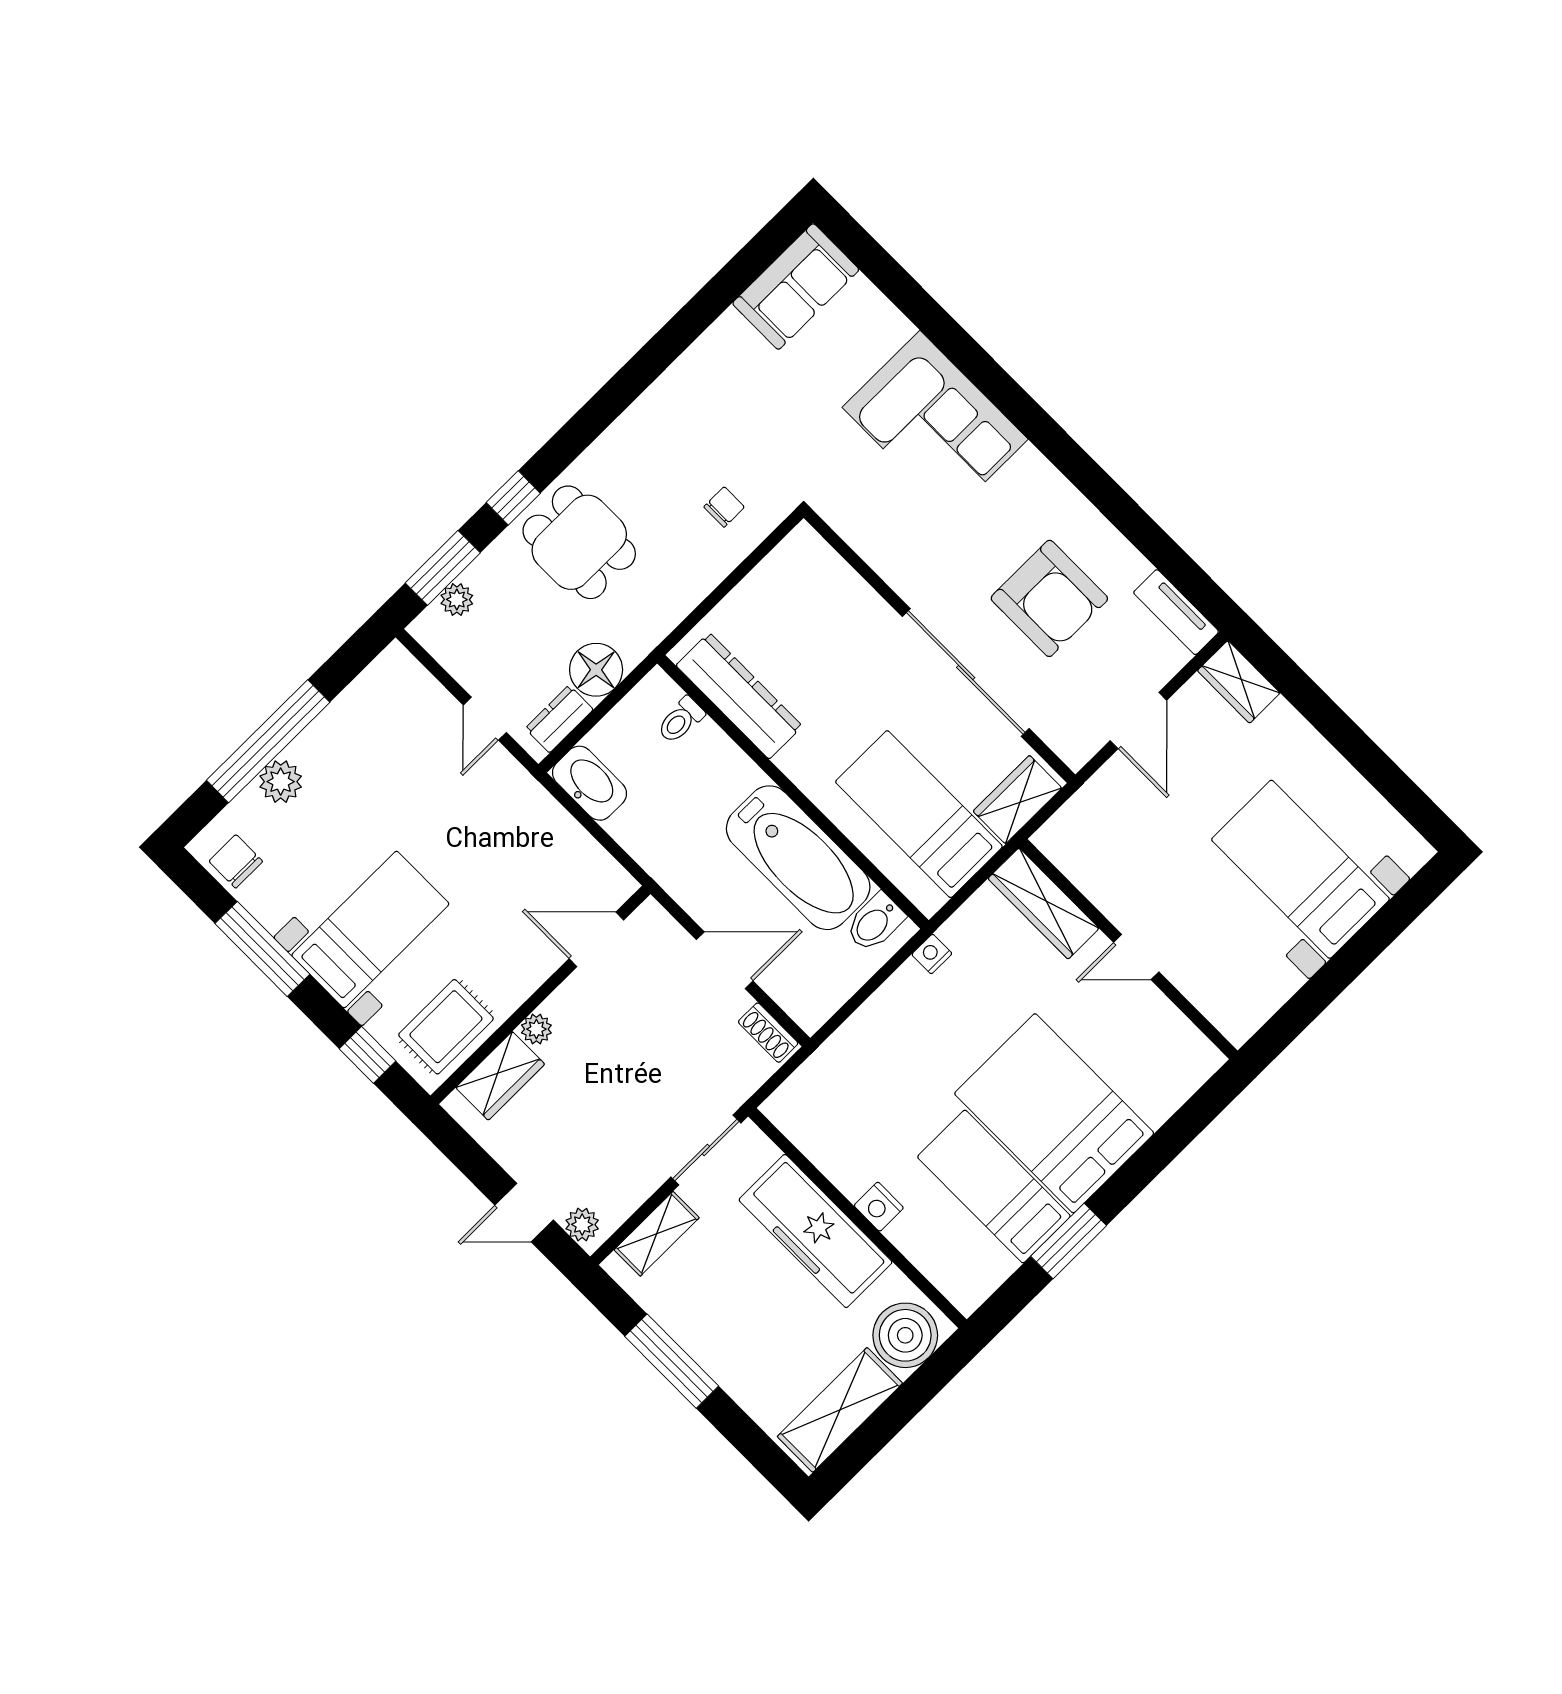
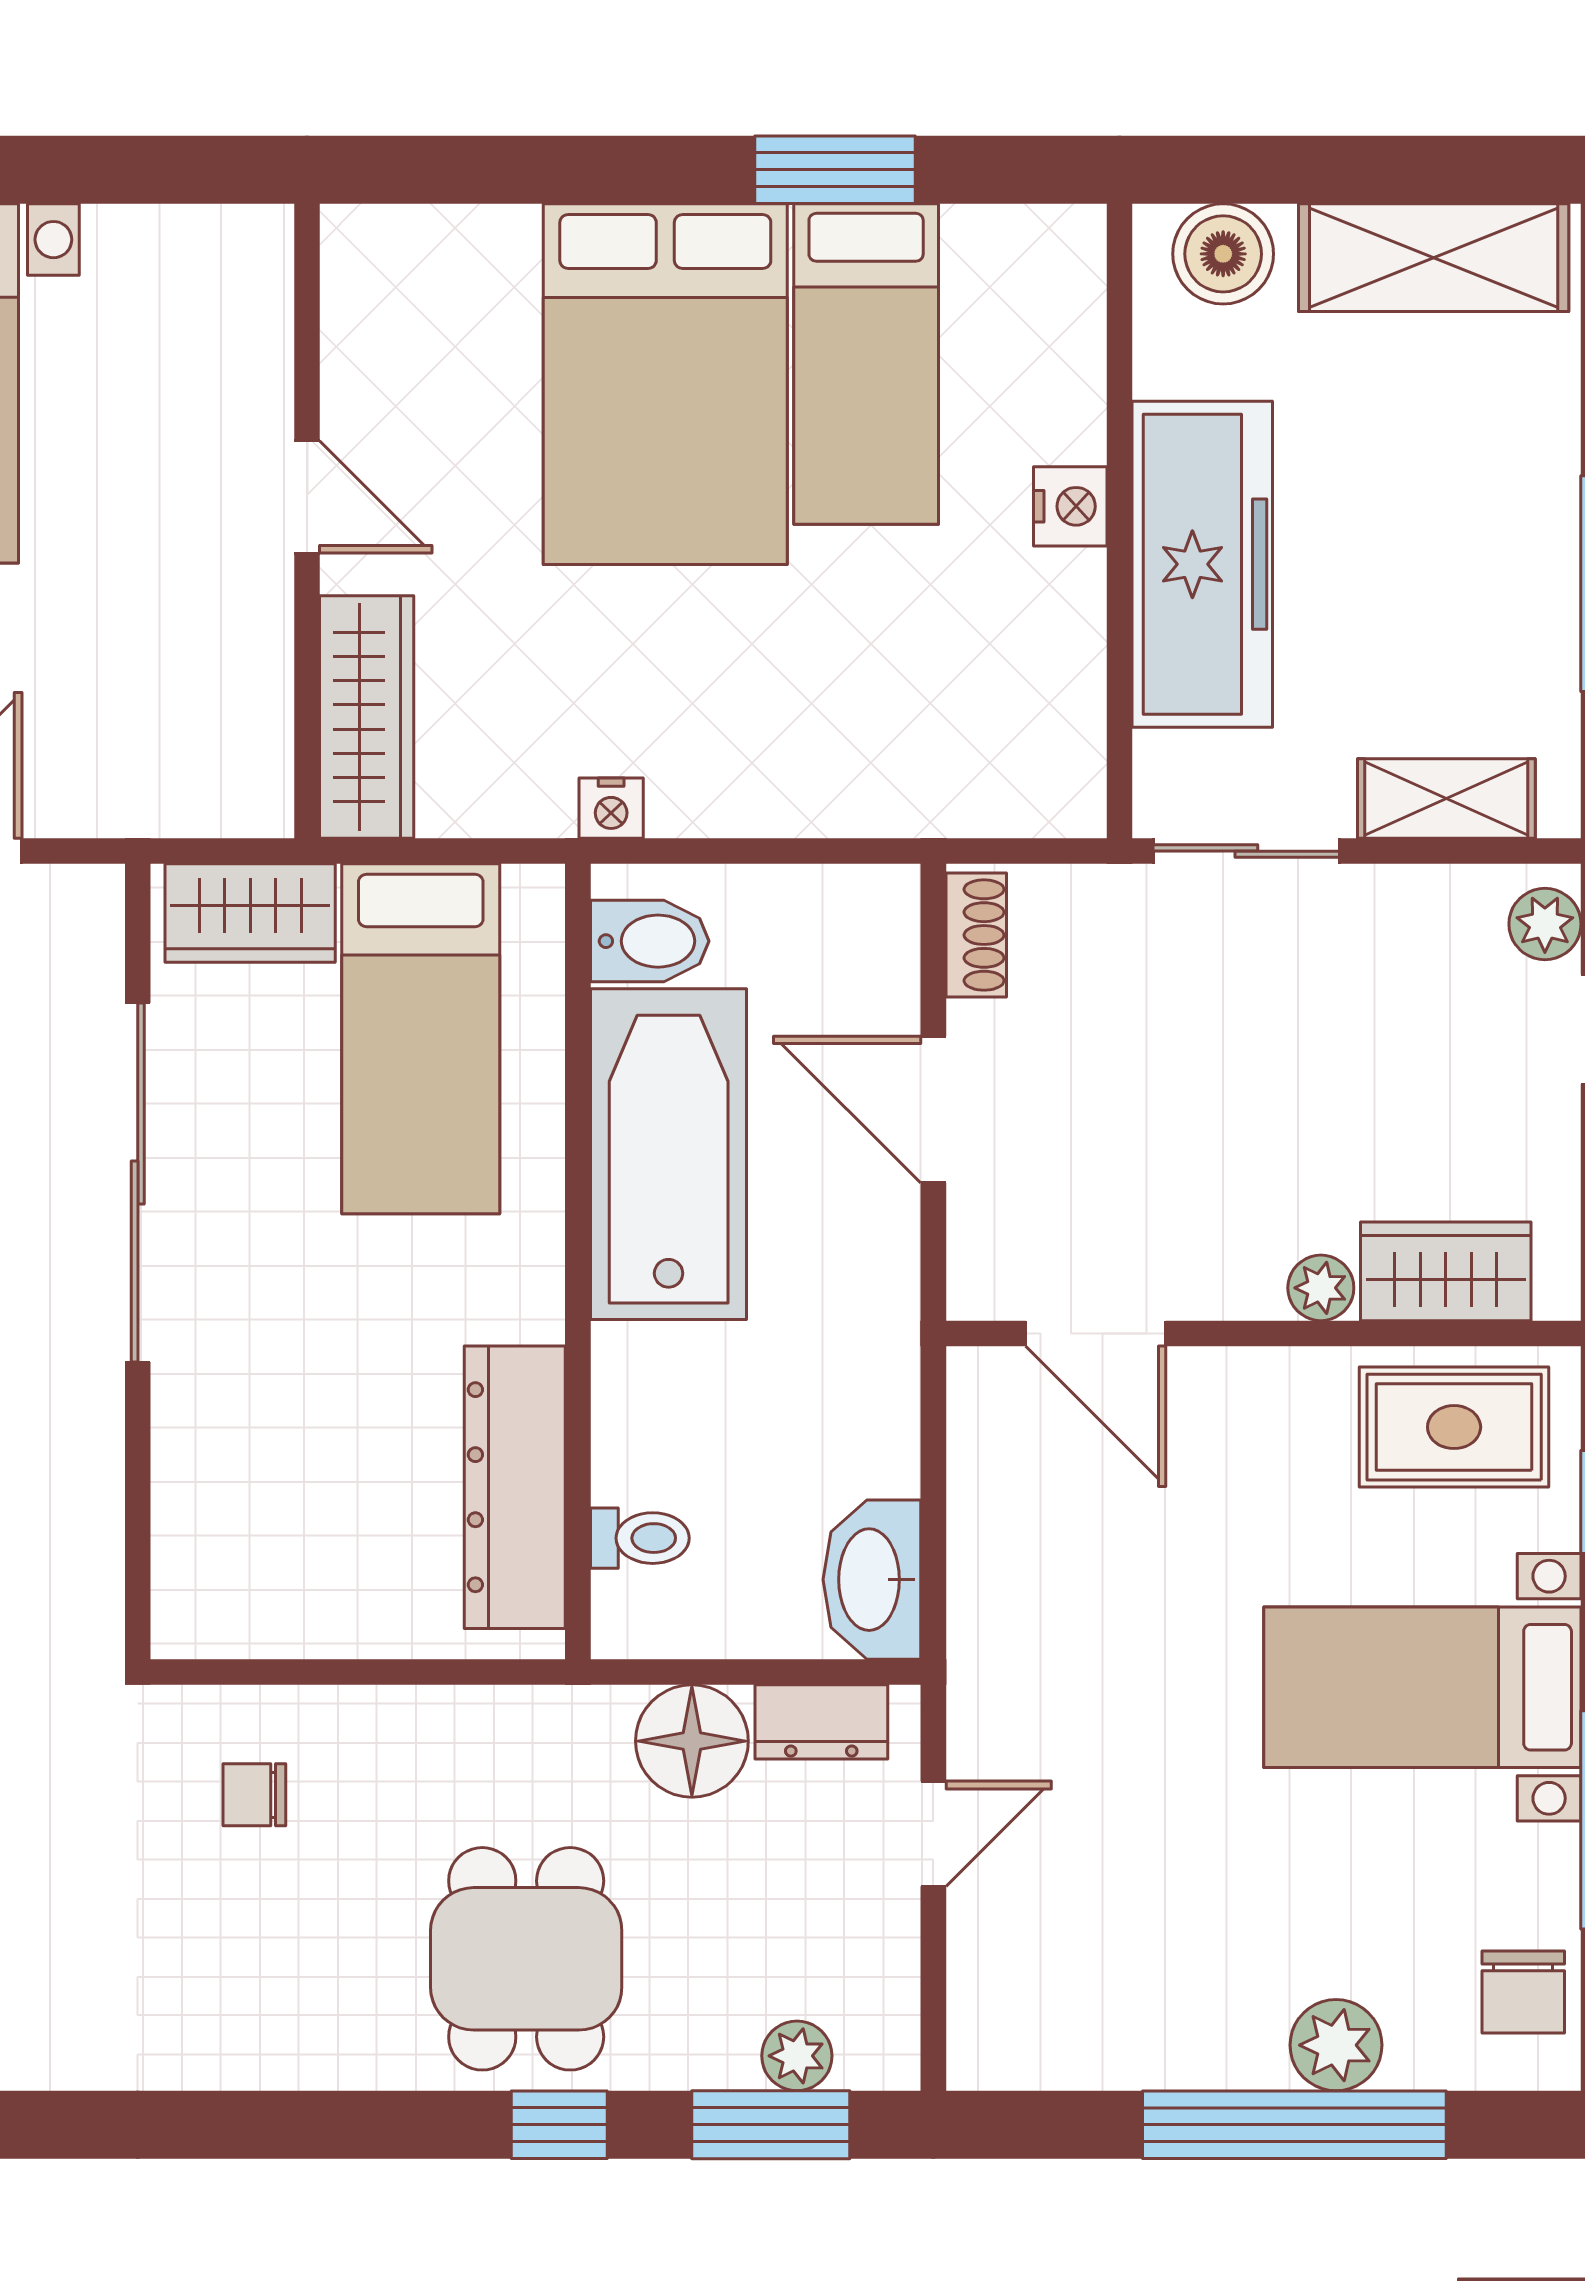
boiler: (905, 1335) -> (1223, 254), width x0.73, depth x0.73

